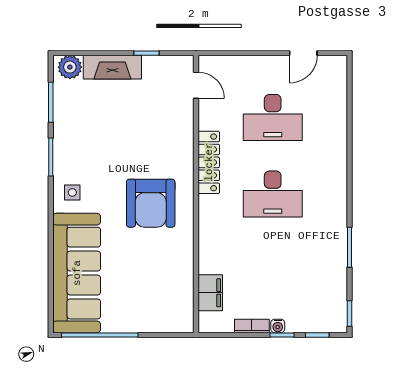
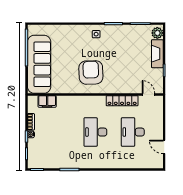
door: (196, 85) -> (148, 95), swing flipped
locker: (209, 162) -> (122, 101), moved
armchair: (151, 203) -> (91, 72), turned 88
sofa: (77, 273) -> (39, 64), moved, turned -90

